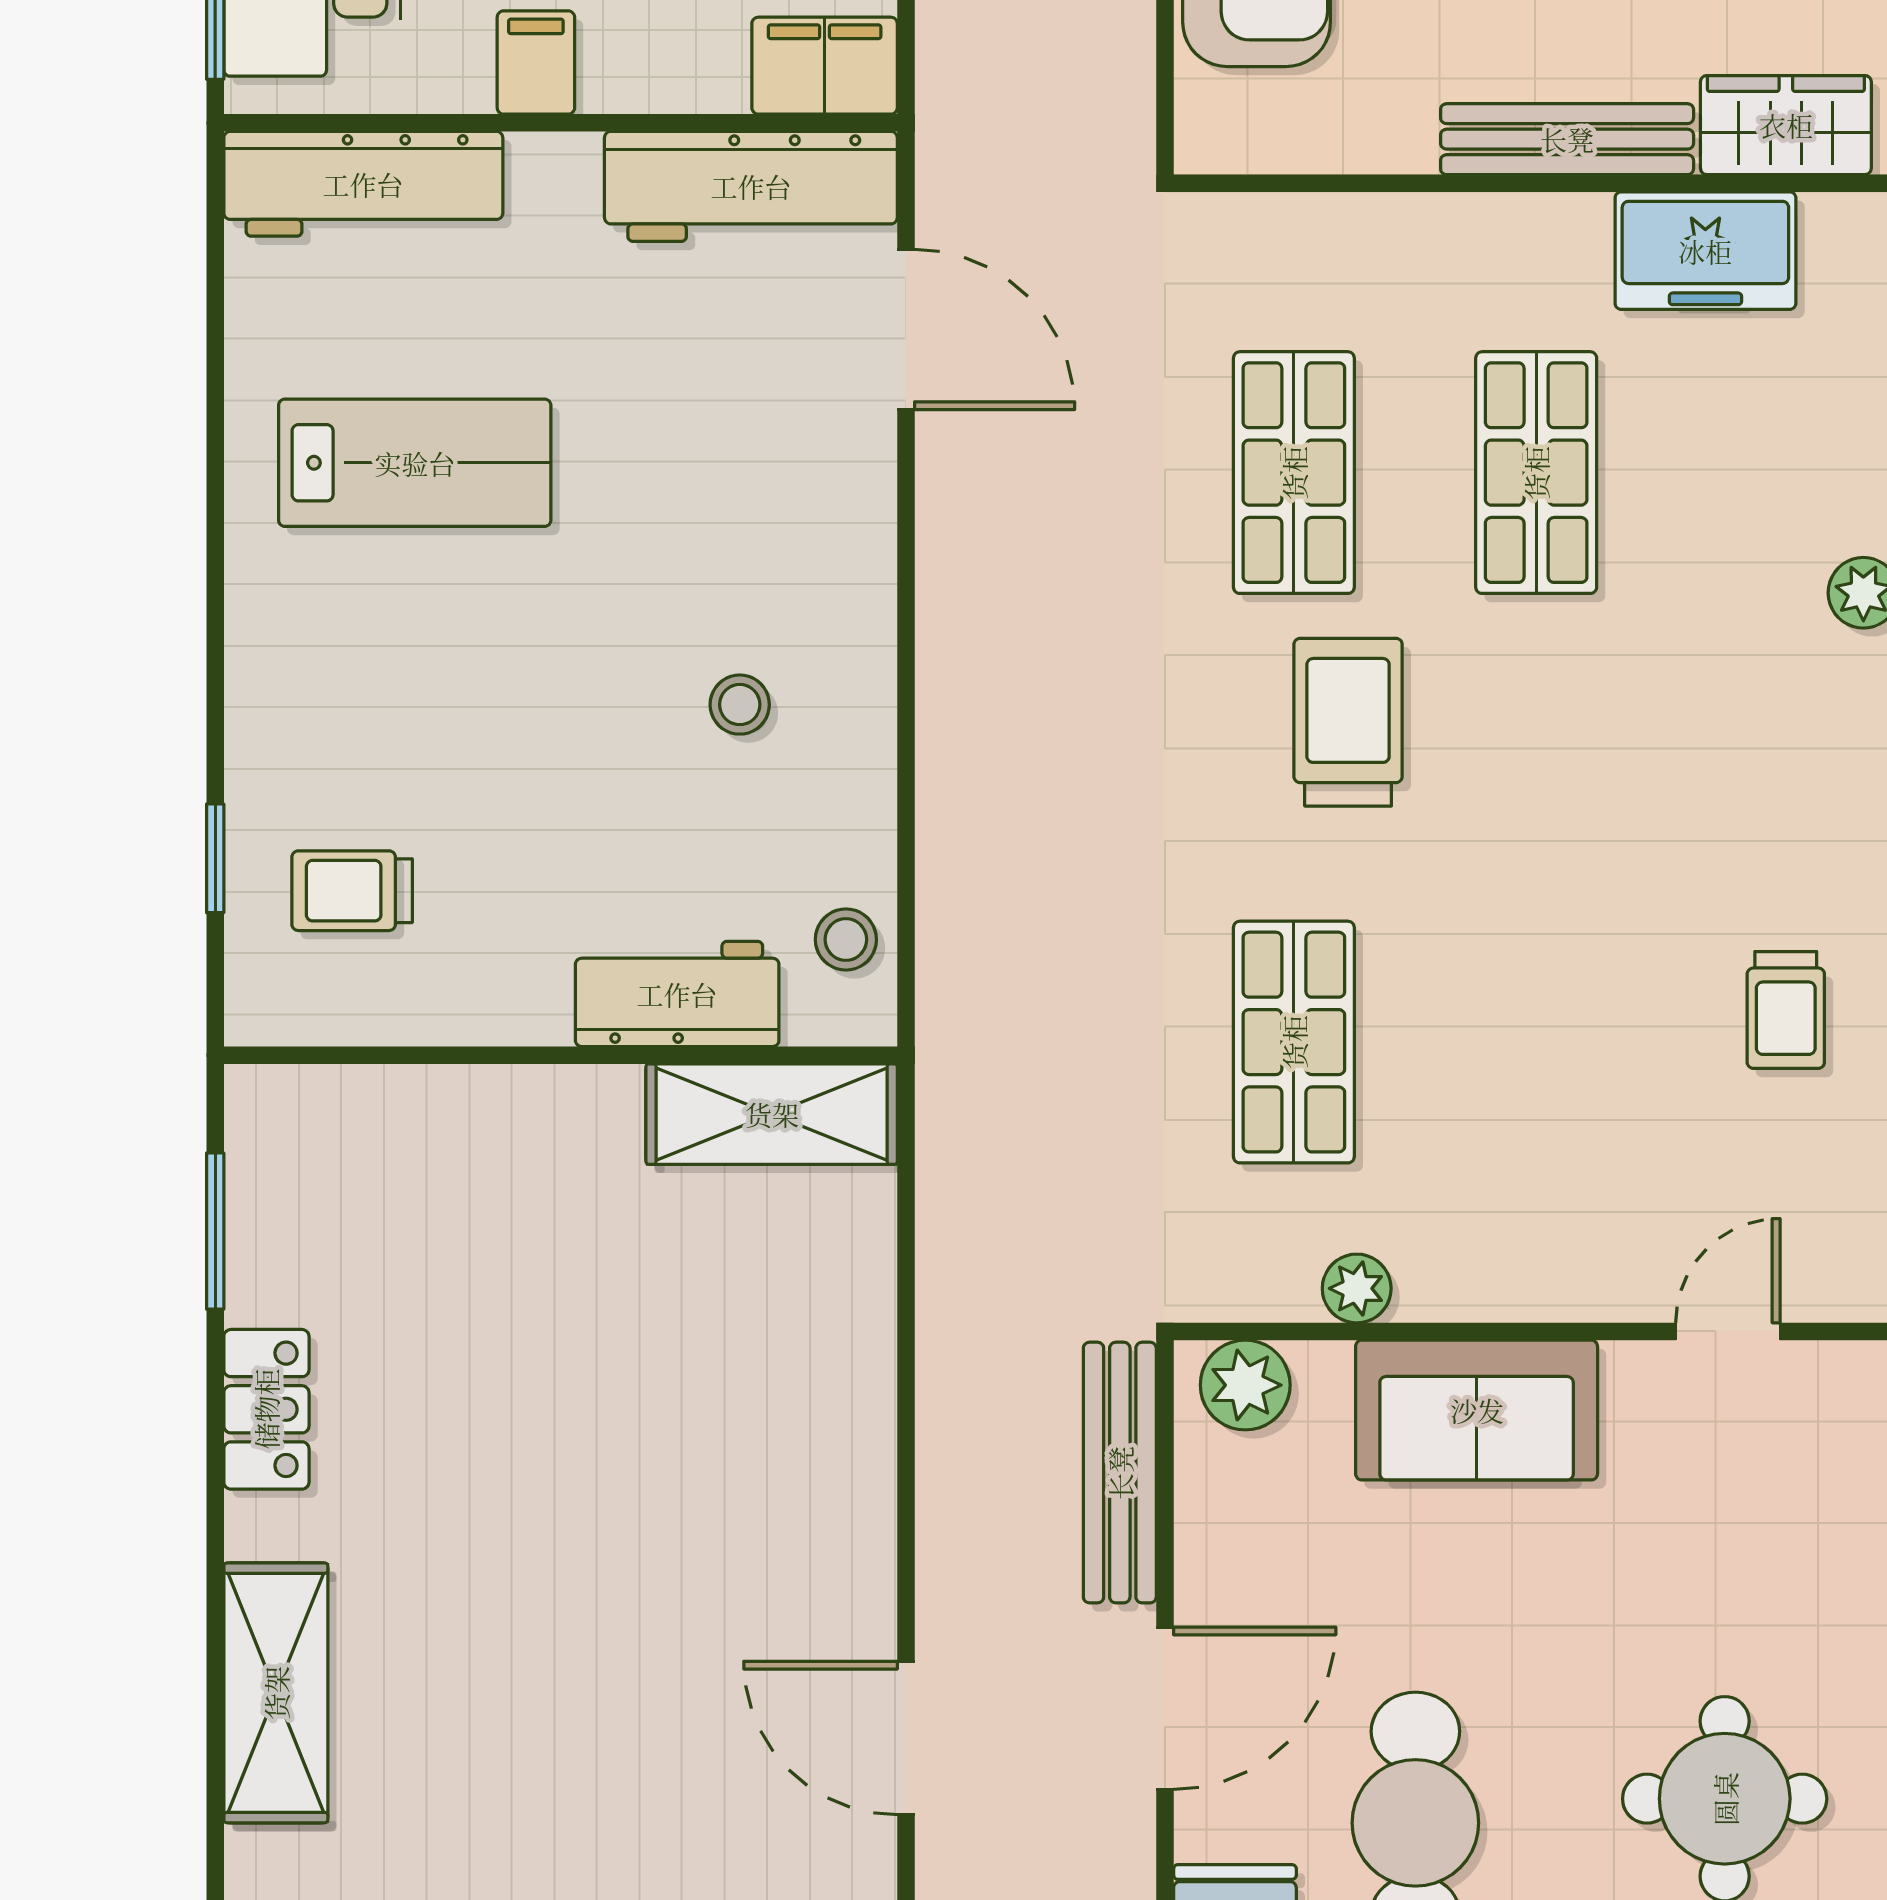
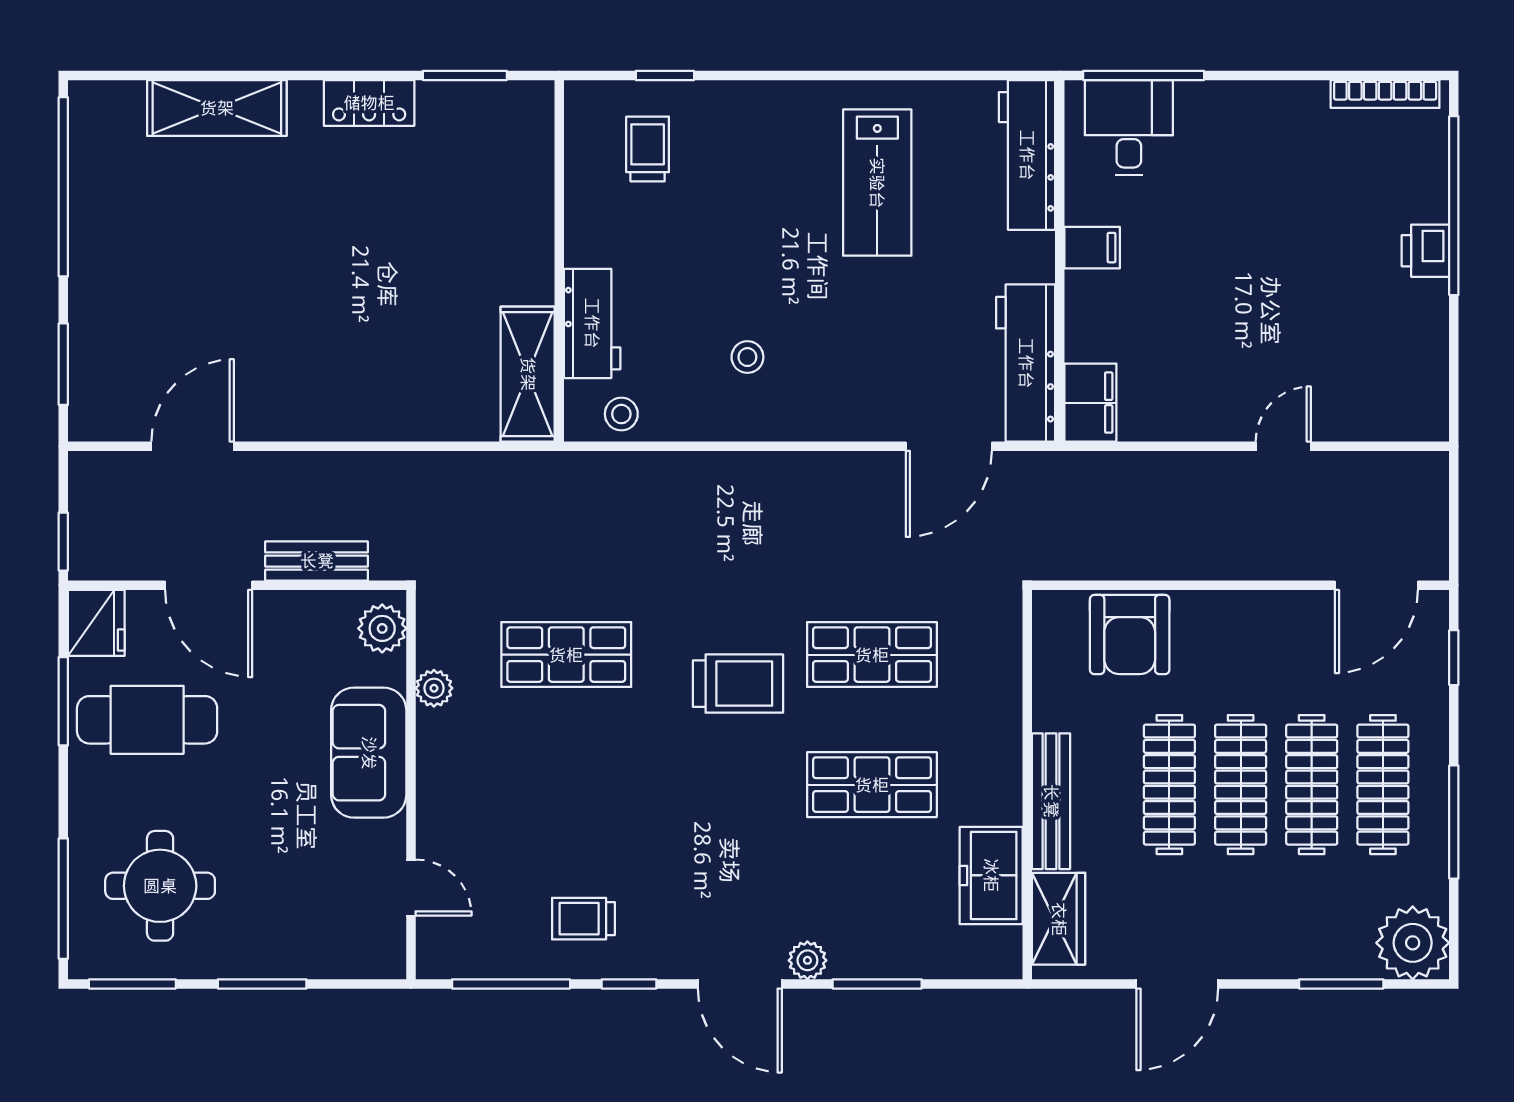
bench: (1120, 1473) -> (317, 561), width x0.73

